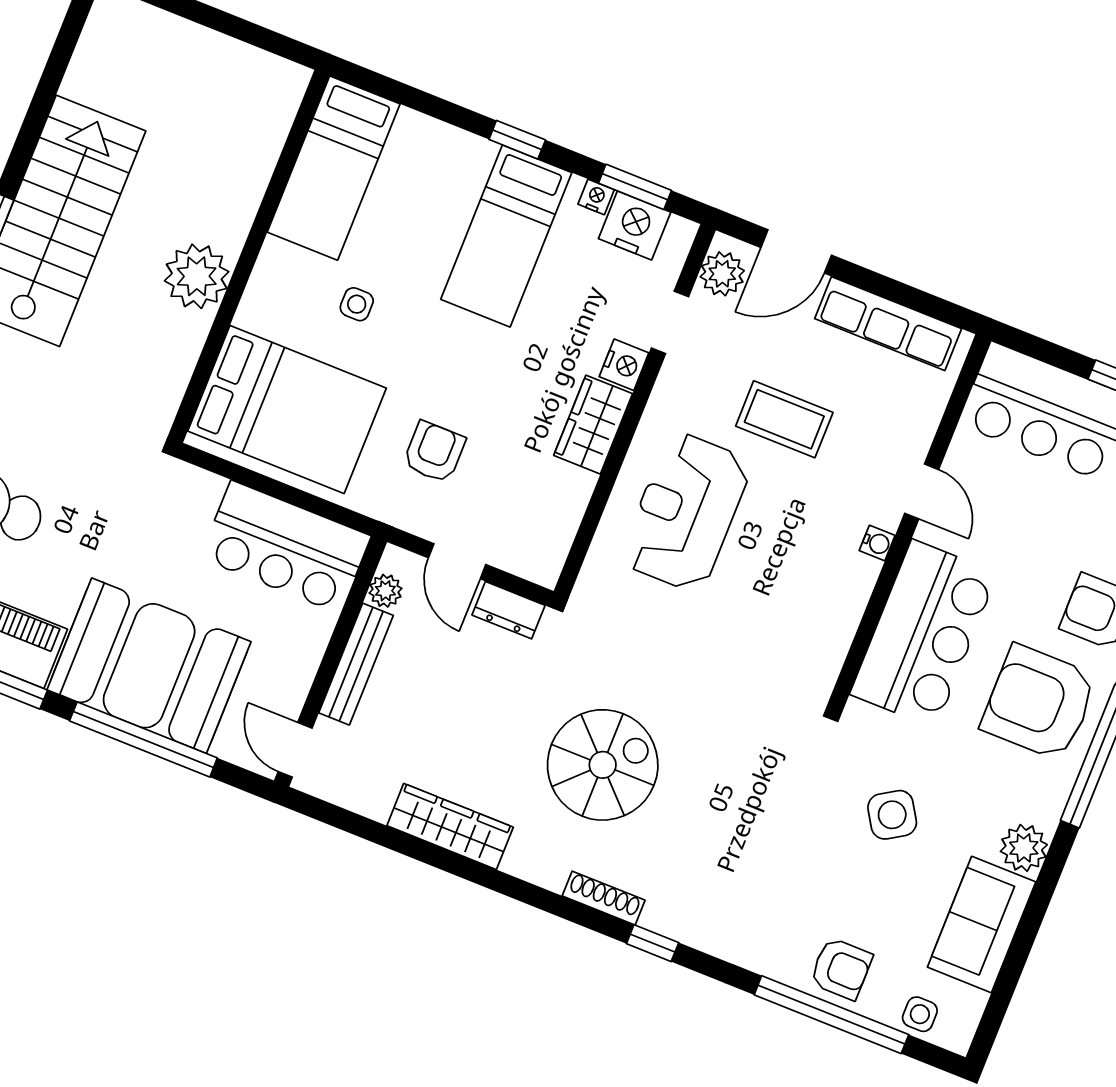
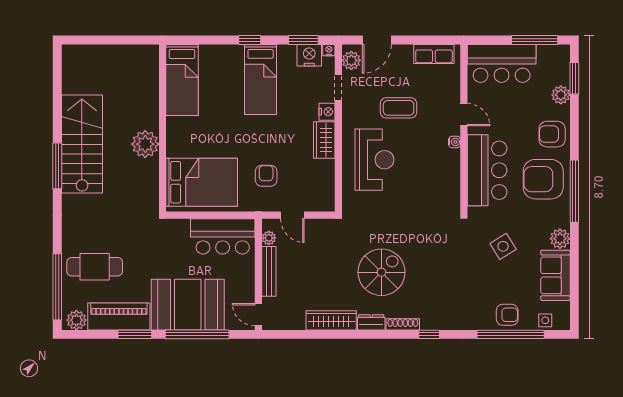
nightstand: (596, 197) -> (329, 50), moved
side table: (357, 304) -> (212, 130), removed
row of seats: (888, 324) -> (434, 54), width x0.68
reception desk: (686, 512) -> (374, 160), turned 180
dresser: (509, 610) -> (371, 322), moved, turned 180

